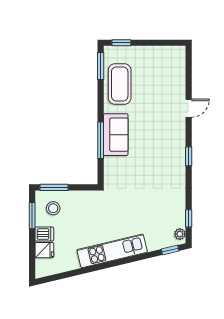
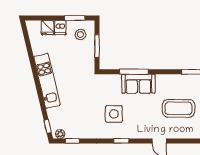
coffee table: (120, 84) -> (178, 108), moved
side table: (154, 166) -> (114, 114), added
window: (54, 187) -> (97, 46), moved

